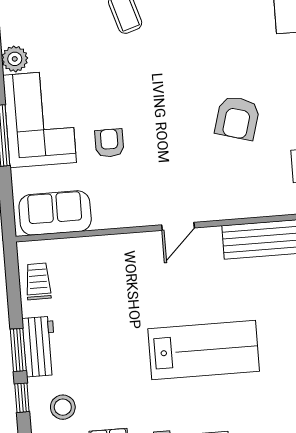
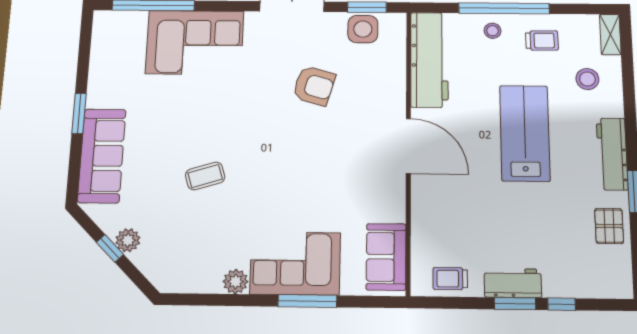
armchair: (109, 143) -> (325, 201), removed
door: (178, 226) -> (408, 146), width x1.87
stool: (63, 407) -> (587, 79), moved

